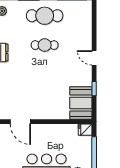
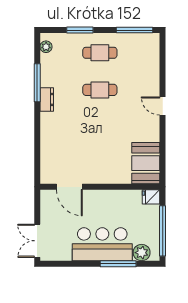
cafe table: (45, 16) -> (100, 53), width x0.73, depth x0.74
window: (94, 89) -> (163, 145), removed

